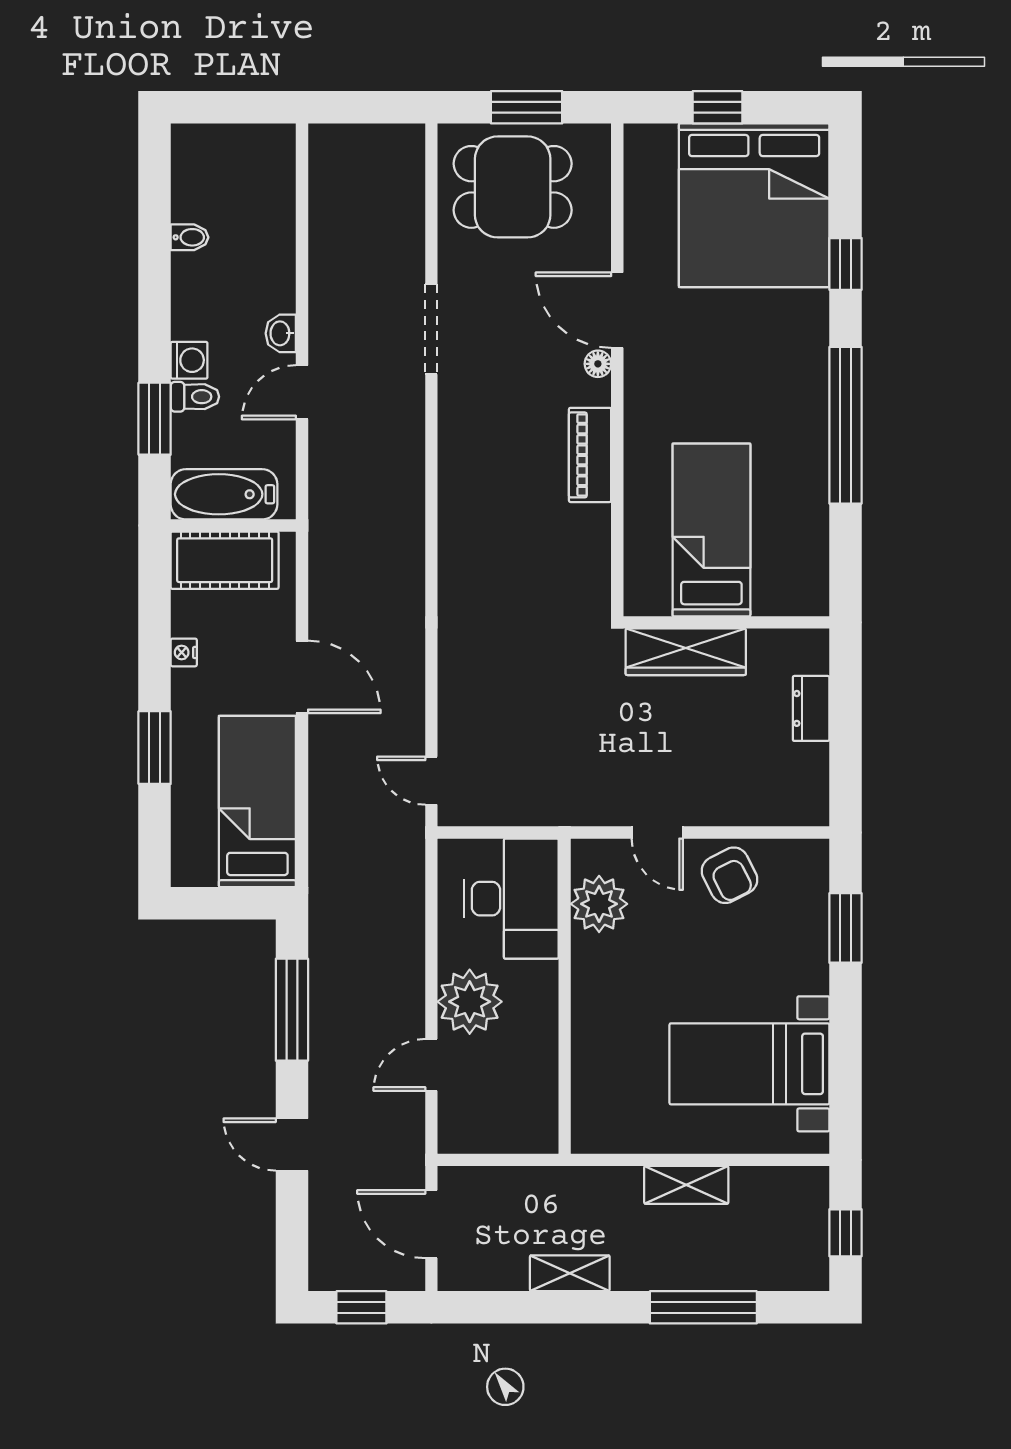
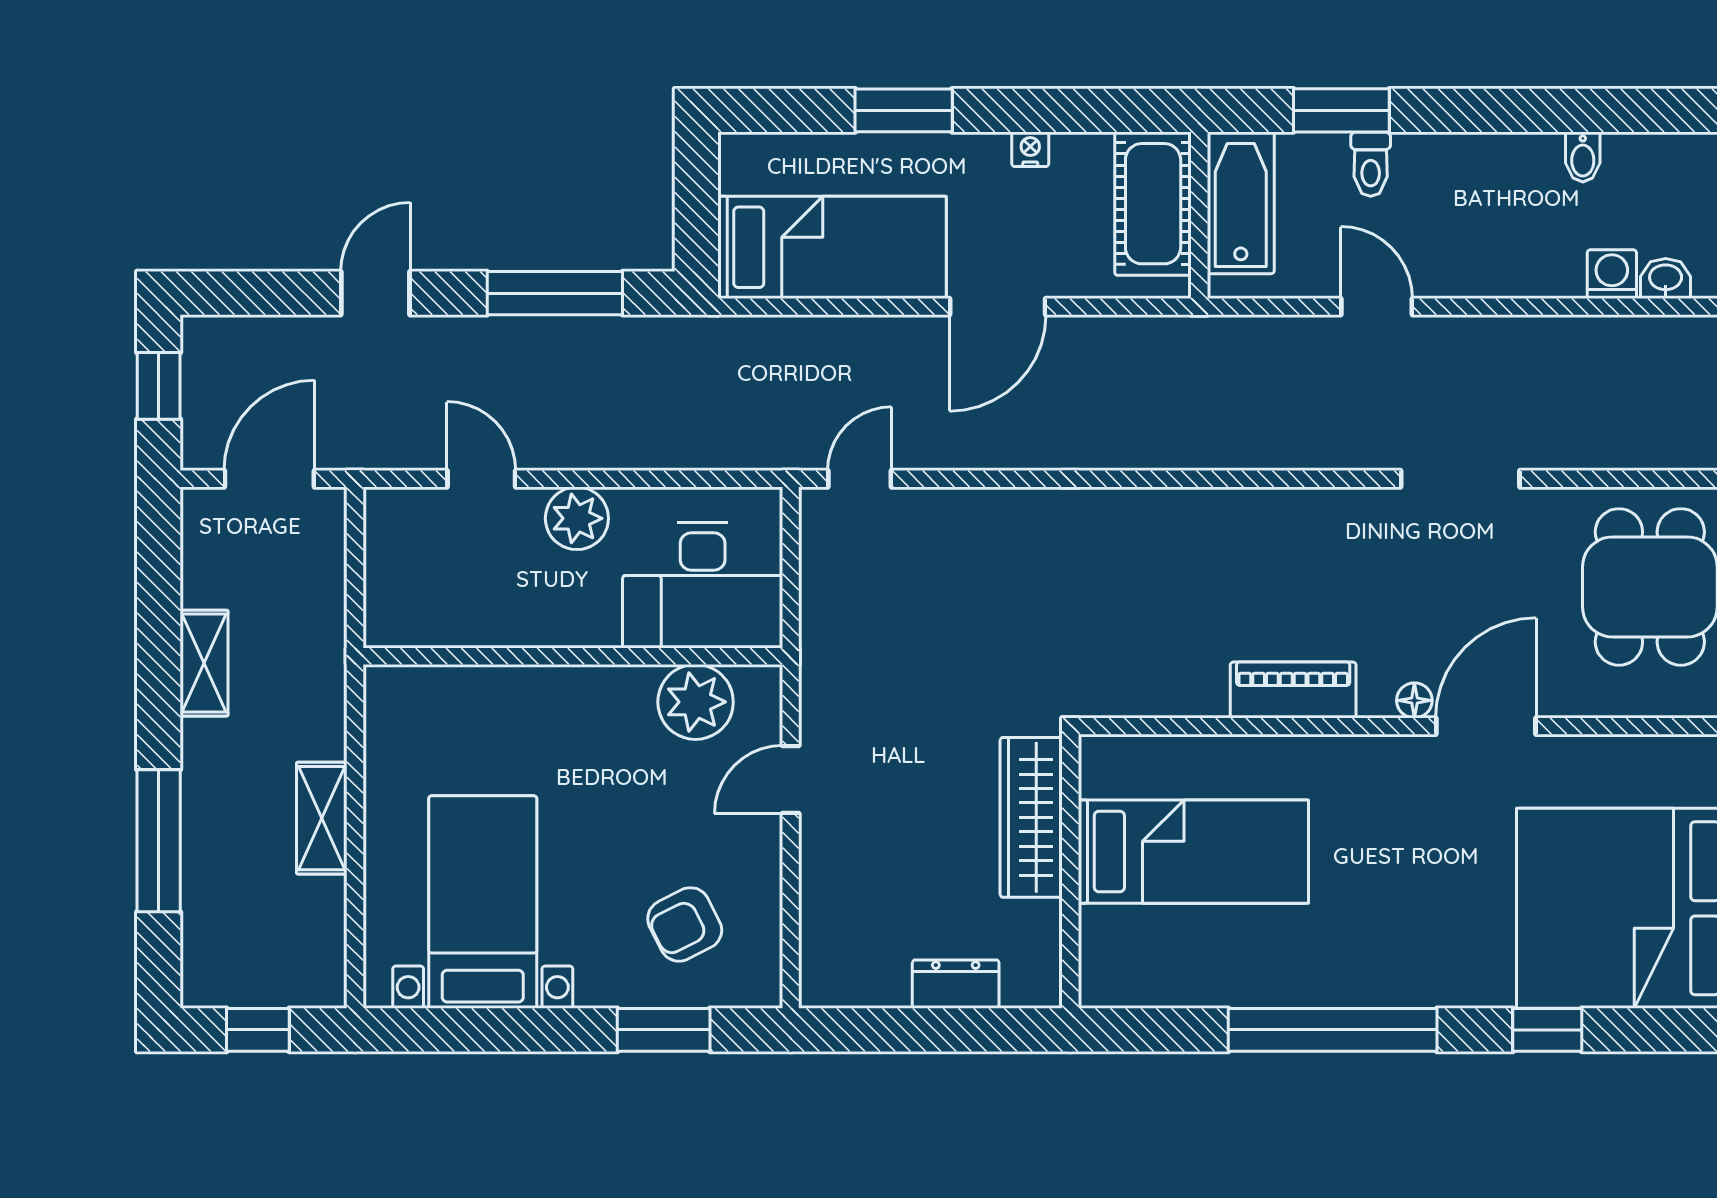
washbasin: (281, 333) -> (1666, 278), moved
washing machine: (189, 360) -> (1612, 274), moved, turned 180
armchair: (730, 875) -> (685, 924), moved
plant: (470, 1002) -> (577, 518), width x0.73, depth x0.73

